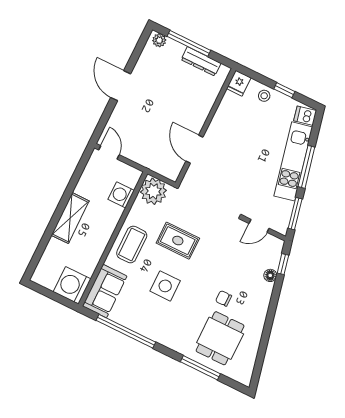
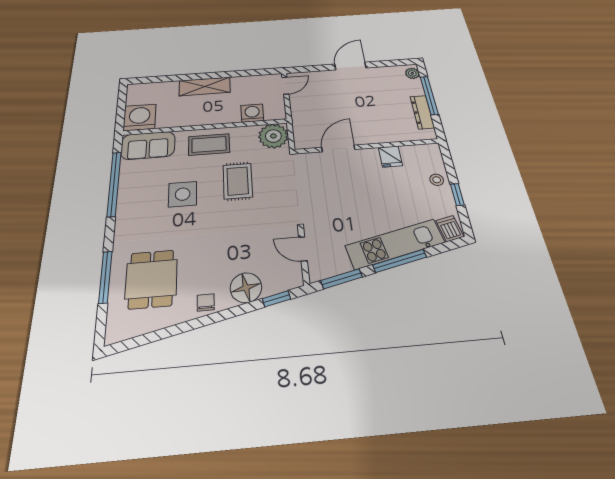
fridge: (239, 83) -> (390, 156), moved, turned -90
floor lamp: (270, 275) -> (246, 288), width x1.89, depth x1.89
chair: (224, 298) -> (206, 302), moved
dining table: (220, 338) -> (151, 279), turned 90

